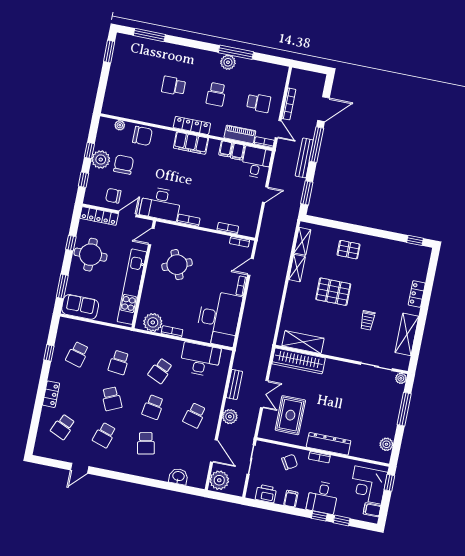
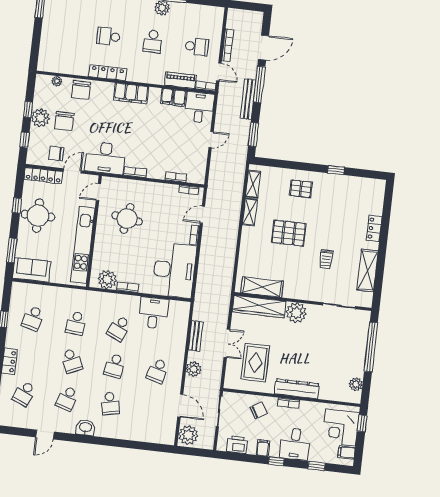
locker: (192, 125) -> (108, 73), moved
chair: (142, 136) -> (81, 90), turned 90
chair: (124, 165) -> (64, 121), turned 180
window: (415, 240) -> (336, 170), moved
round table: (177, 265) -> (127, 219), turned 31
desk: (200, 359) -> (153, 313), width x0.73
plant: (401, 378) -> (296, 313), moved, width x1.87, depth x1.87
window: (404, 409) -> (371, 347), width x1.46
washbasin: (178, 476) -> (86, 428), moved
window: (319, 516) -> (276, 461), moved

